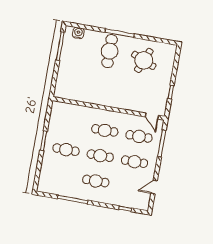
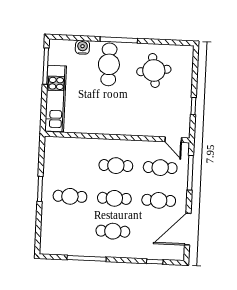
water cooler: (78, 33) -> (82, 47), moved
round table: (144, 60) -> (154, 70), turned -31
kitchen unit: (65, 72) -> (56, 99), added
door: (154, 187) -> (188, 229), width x1.87

